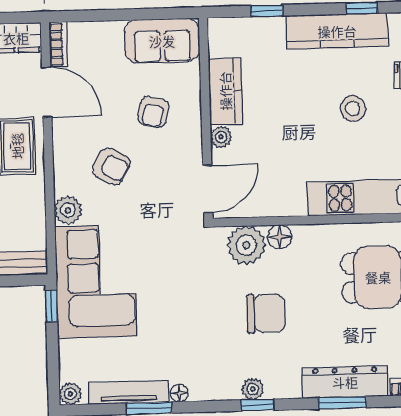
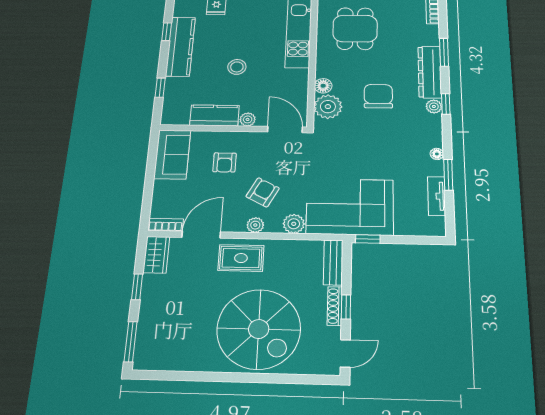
stool: (353, 109) -> (237, 67), moved
armchair: (153, 112) -> (225, 162), turned 76
dresser: (345, 382) -> (430, 72), moved
tv unit: (128, 393) -> (437, 196), width x0.71
plant: (70, 394) -> (255, 225), moved

